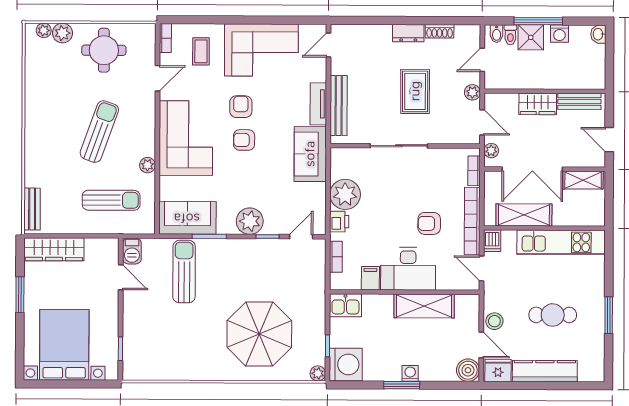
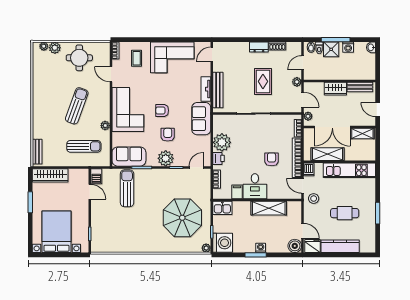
door: (157, 78) -> (111, 74), swing flipped
armchair: (241, 107) -> (168, 135), moved
armchair: (429, 223) -> (272, 159), turned 90
desk: (408, 269) -> (255, 186), width x0.73
stool: (494, 321) -> (314, 199), moved
parasol: (259, 334) -> (182, 218), moved

